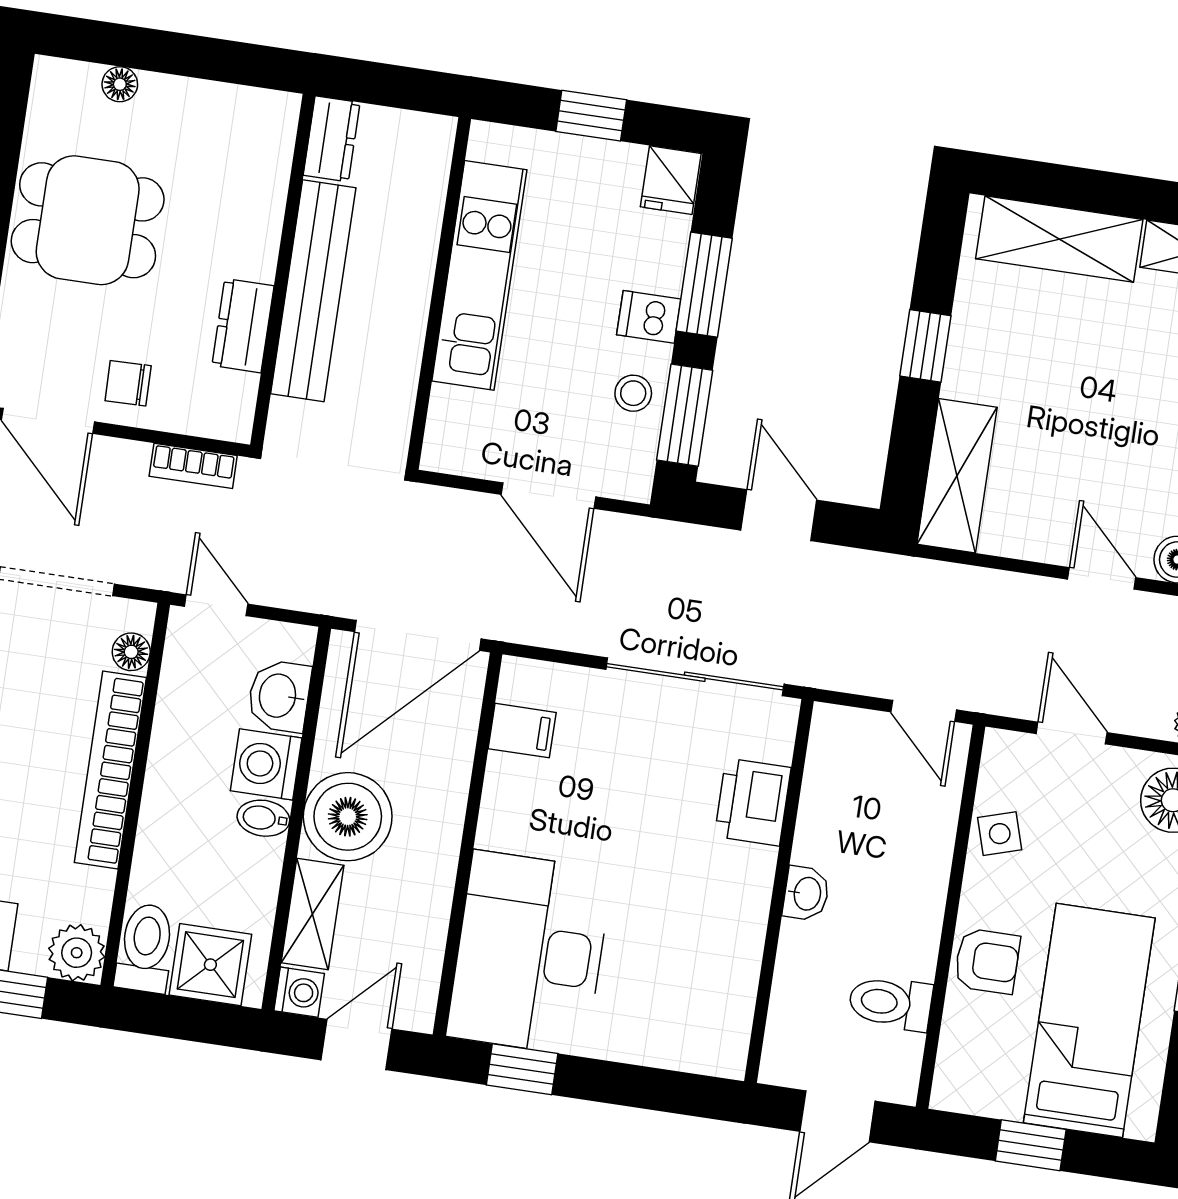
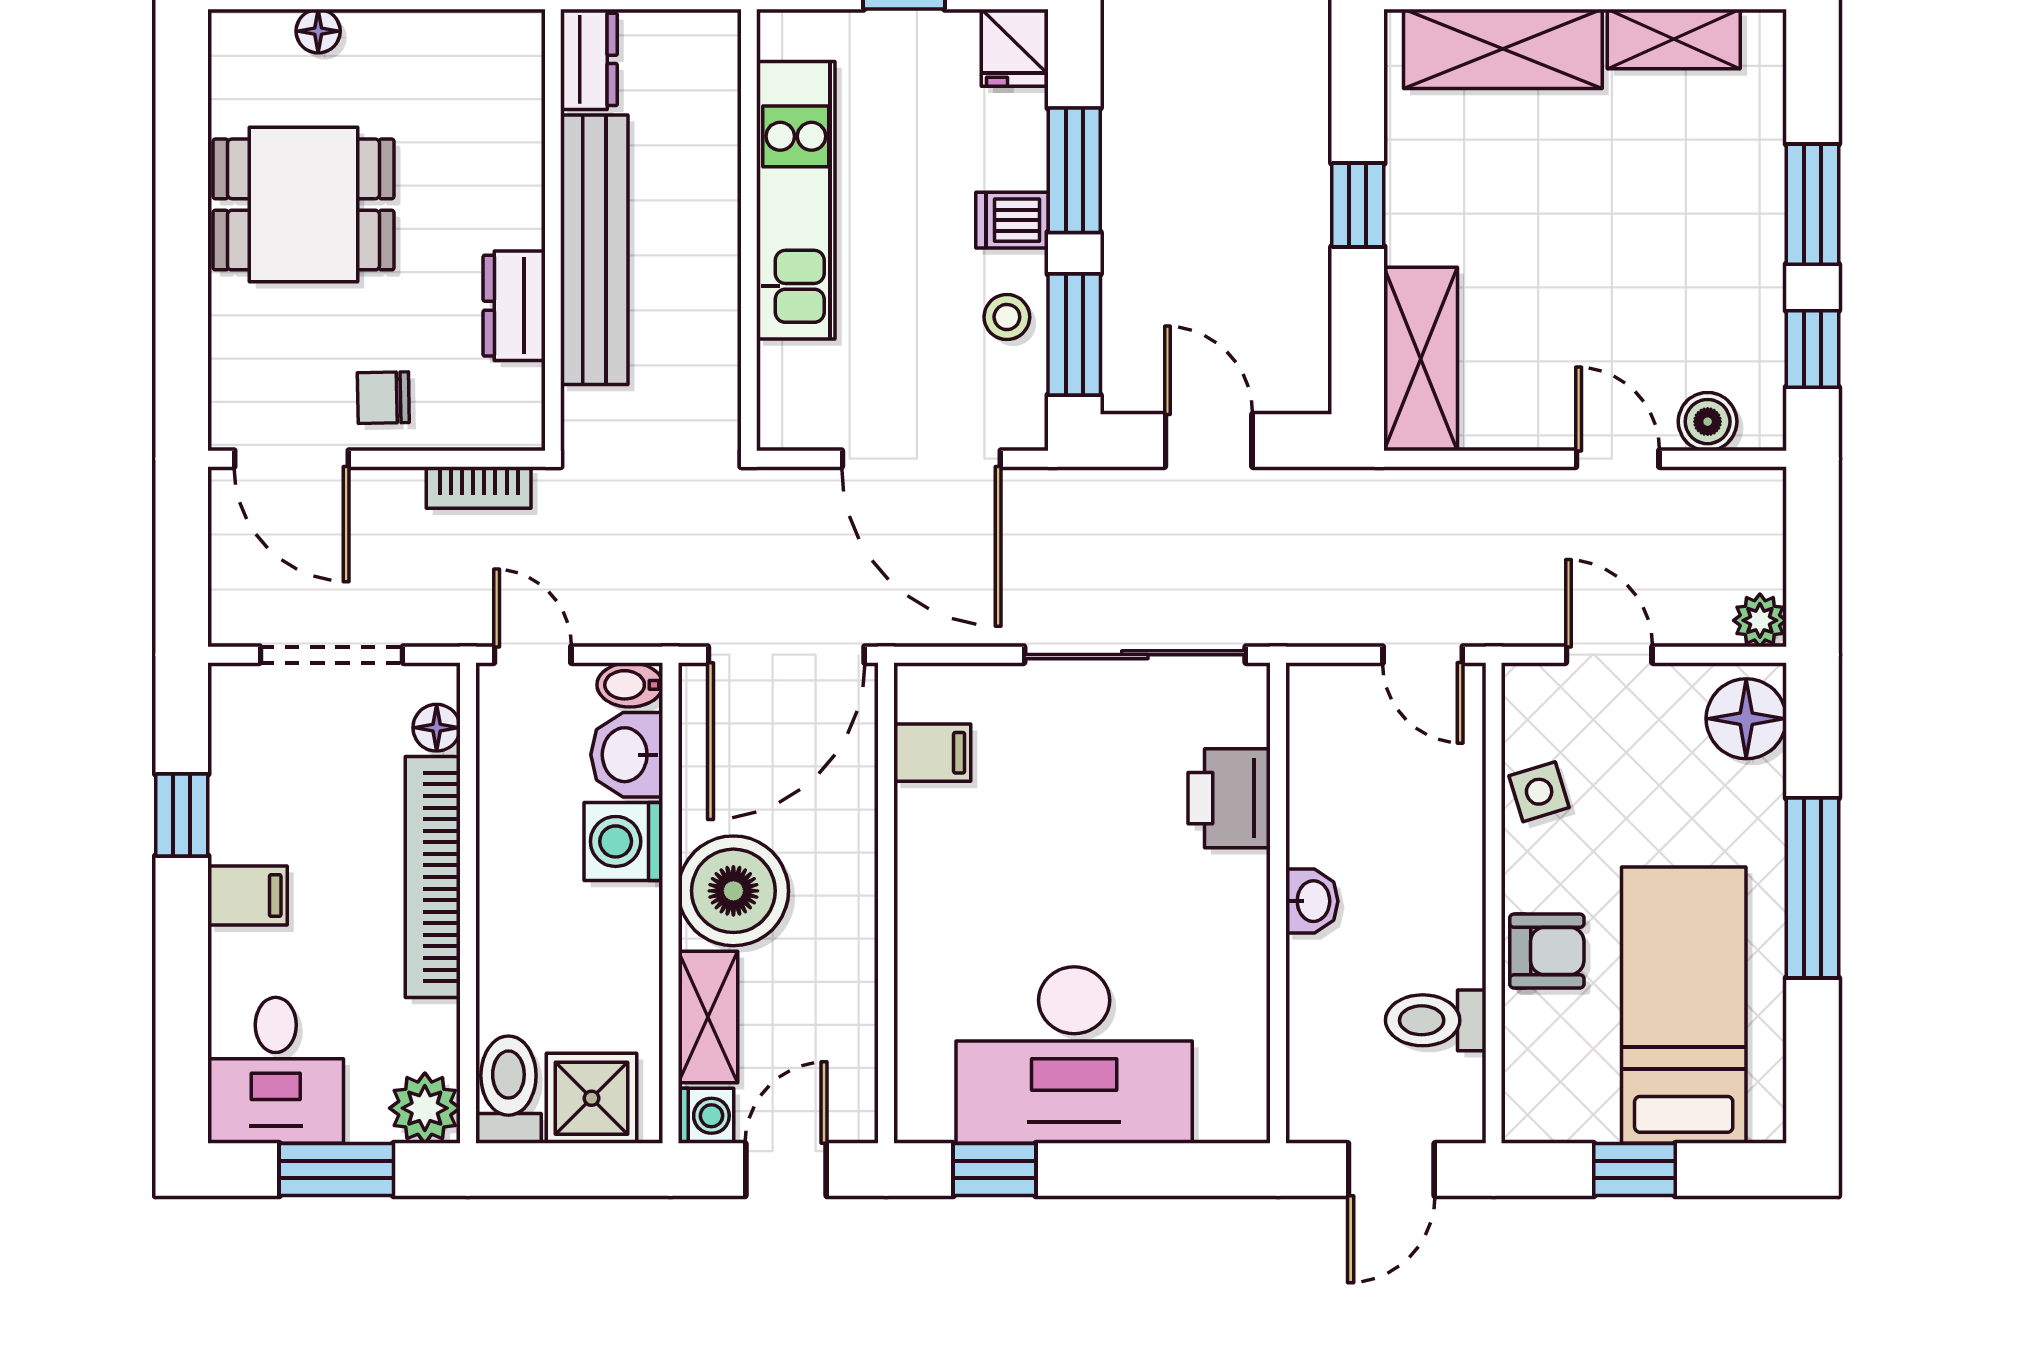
door: (548, 496) -> (921, 459), width x1.36
bidet: (263, 818) -> (630, 685), moved
desk: (529, 953) -> (1074, 1055), moved, turned -90

